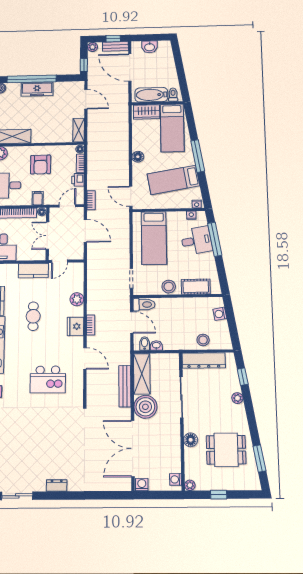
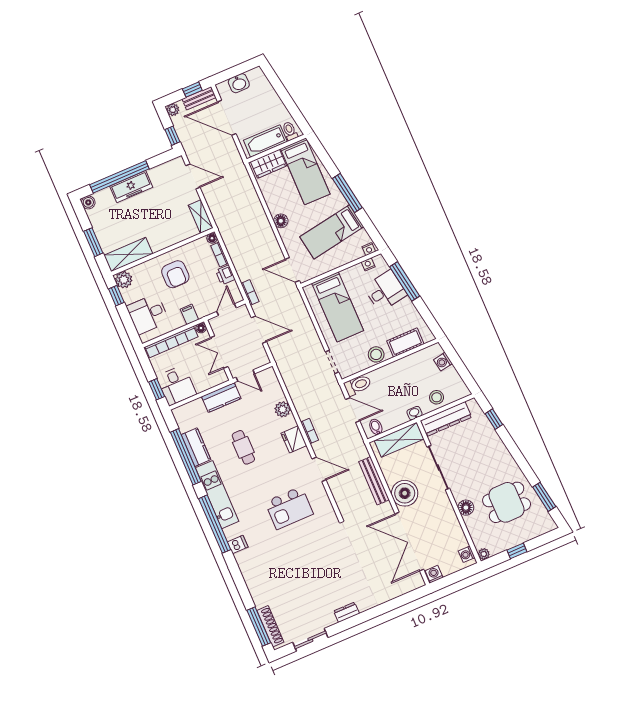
door: (59, 261) -> (245, 376), hinge flipped
washbasin: (156, 345) -> (414, 413), moved
shelving: (142, 374) -> (399, 440), moved, turned 90
plant: (237, 398) -> (497, 444), removed

